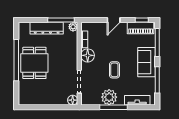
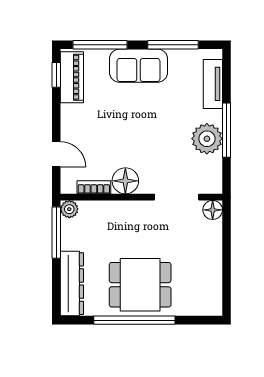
door: (114, 20) -> (56, 154), moved
dresser: (47, 28) -> (72, 284), moved
coffee table: (114, 70) -> (154, 128), removed

